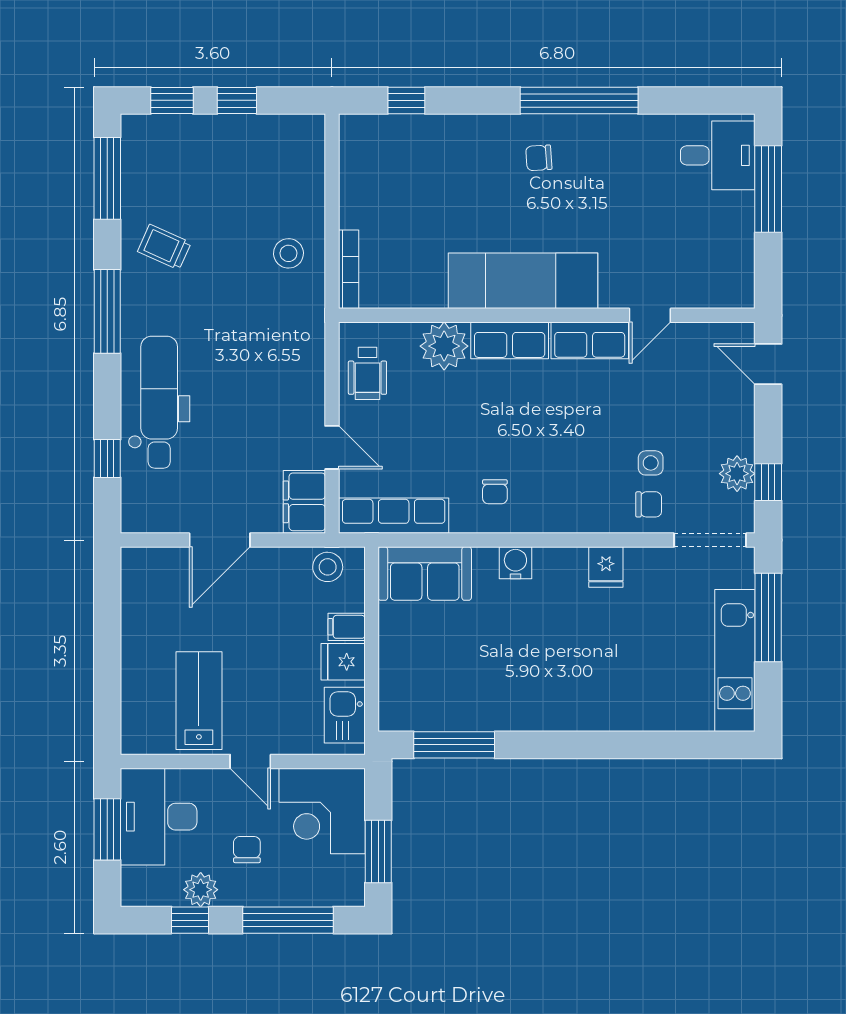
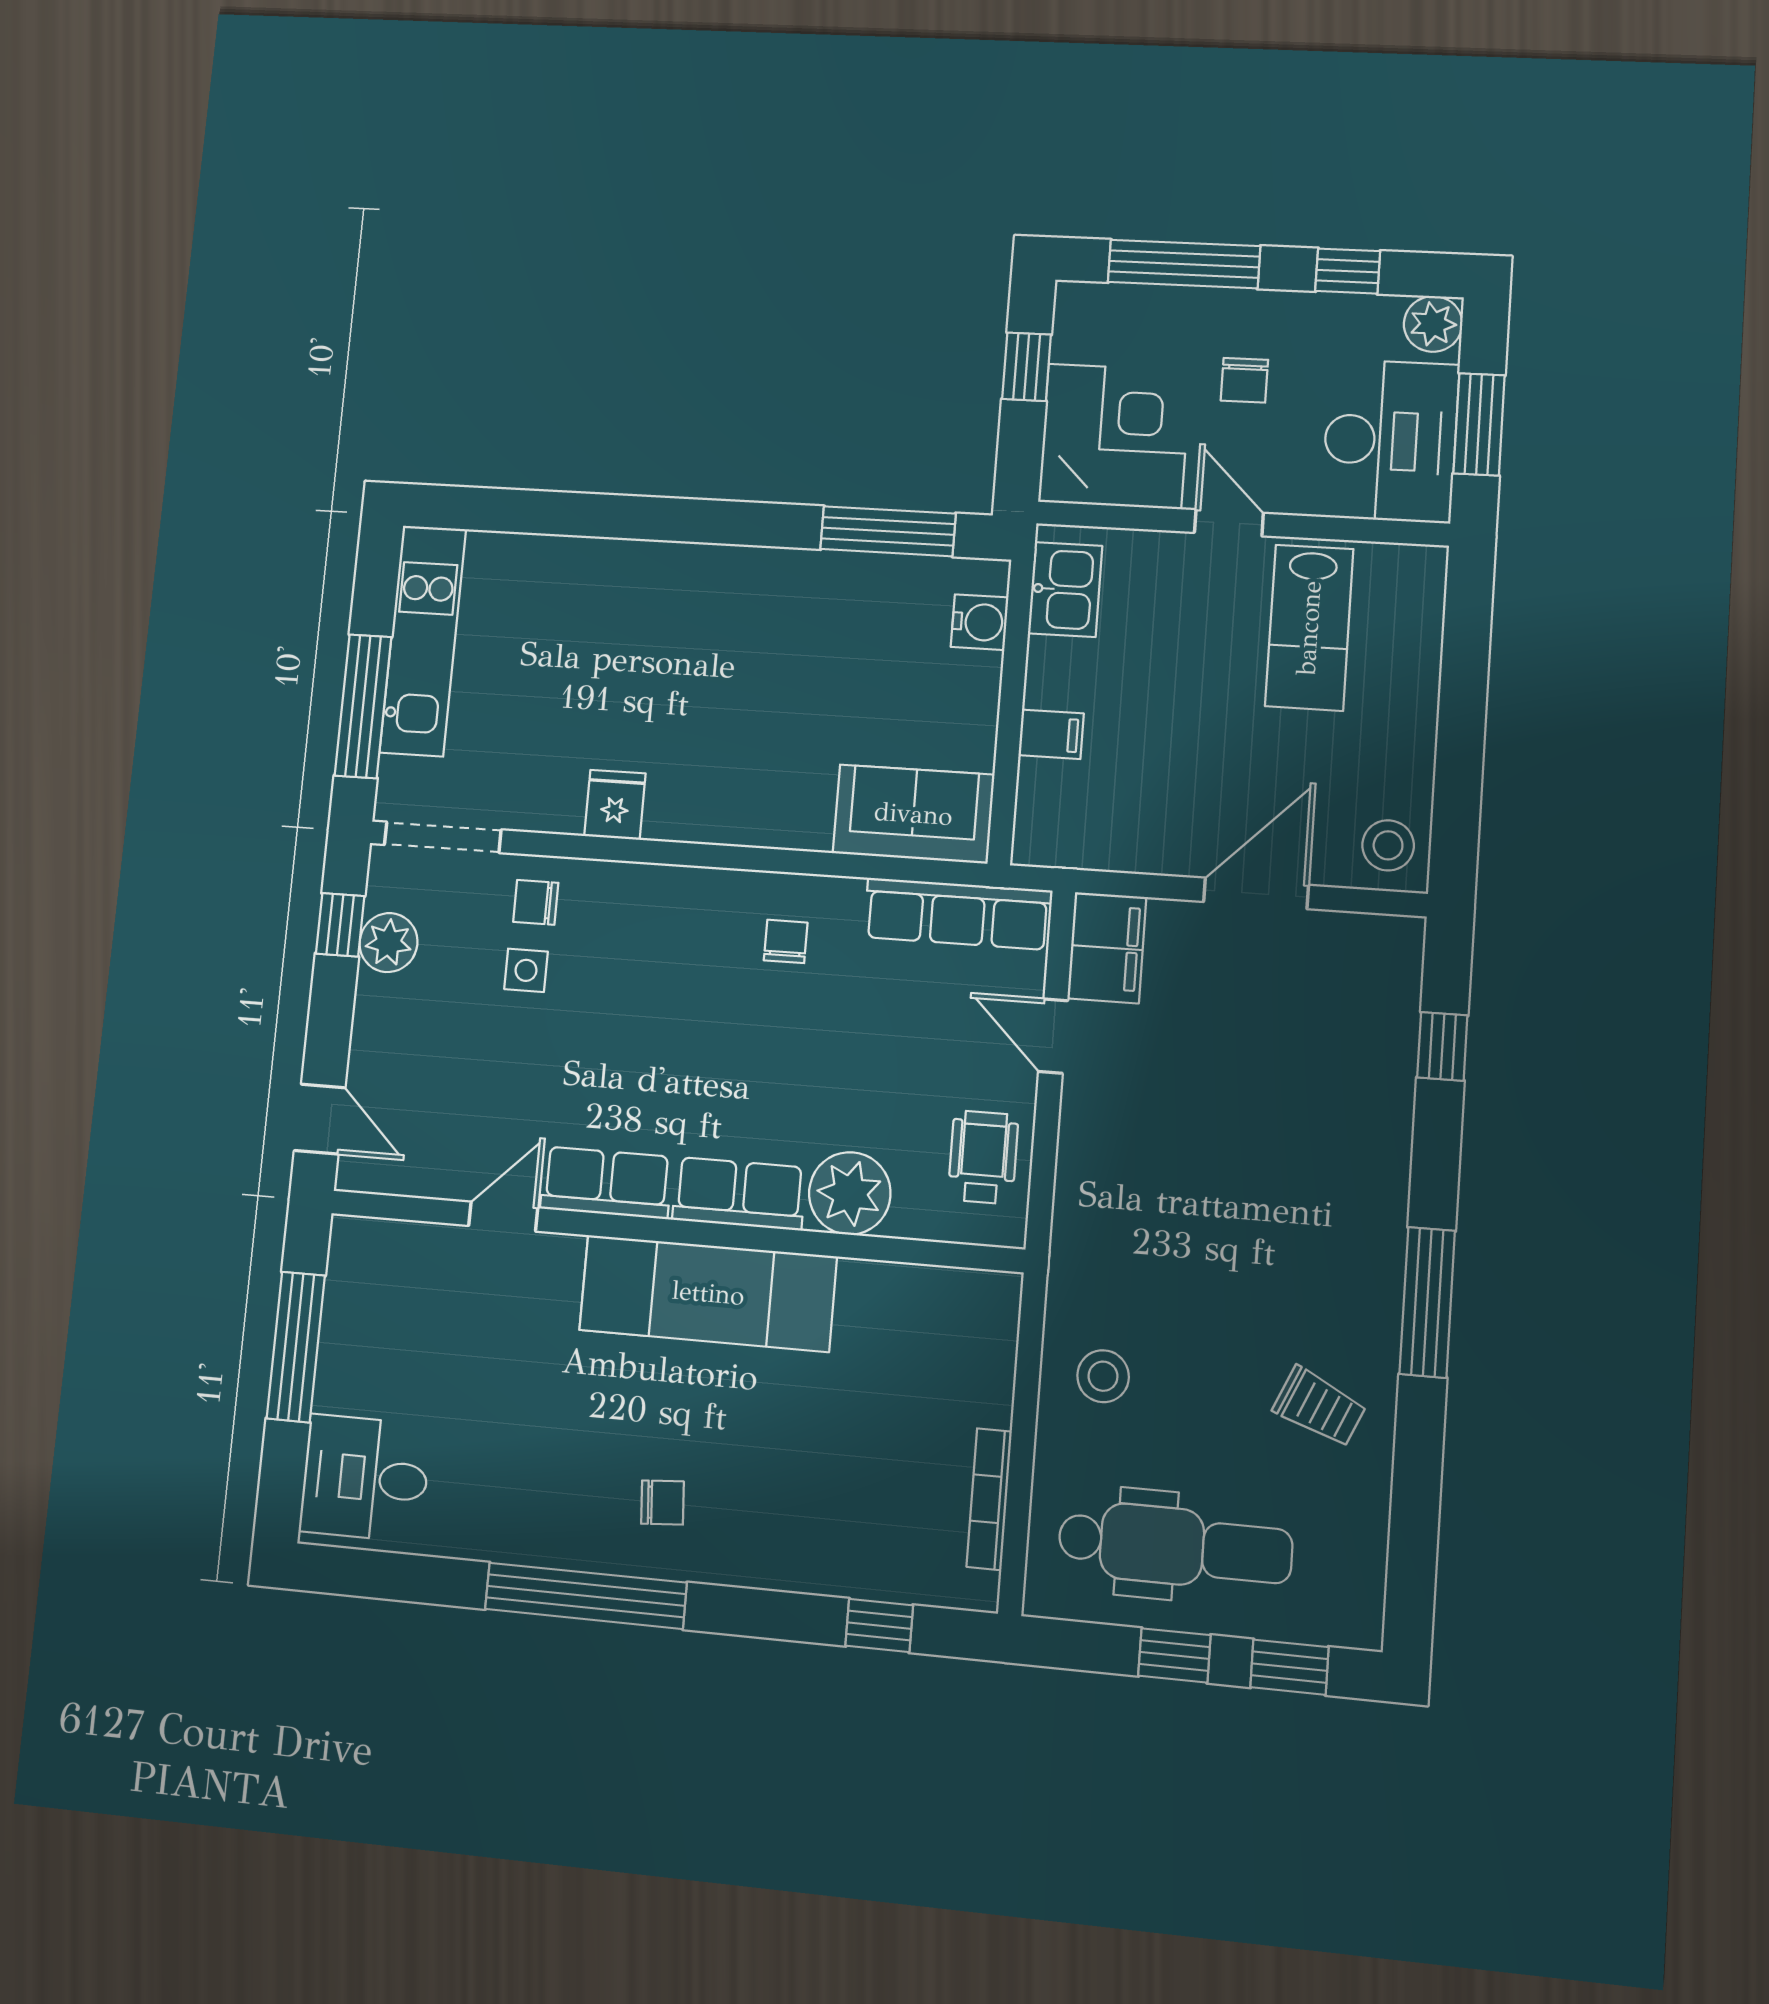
window: (107, 178) -> (1413, 1538), removed
window: (768, 189) -> (296, 1347), moved
bookcase: (349, 269) -> (989, 1499), moved
dental chair: (159, 402) -> (1175, 1546), moved, turned -90
water cooler: (515, 563) -> (980, 622), moved, turned -90
stool: (328, 567) -> (1388, 845), moved
fridge: (343, 662) -> (1061, 677), removed
window: (378, 851) -> (1027, 367), width x0.67
plant: (201, 890) -> (1433, 324), moved

